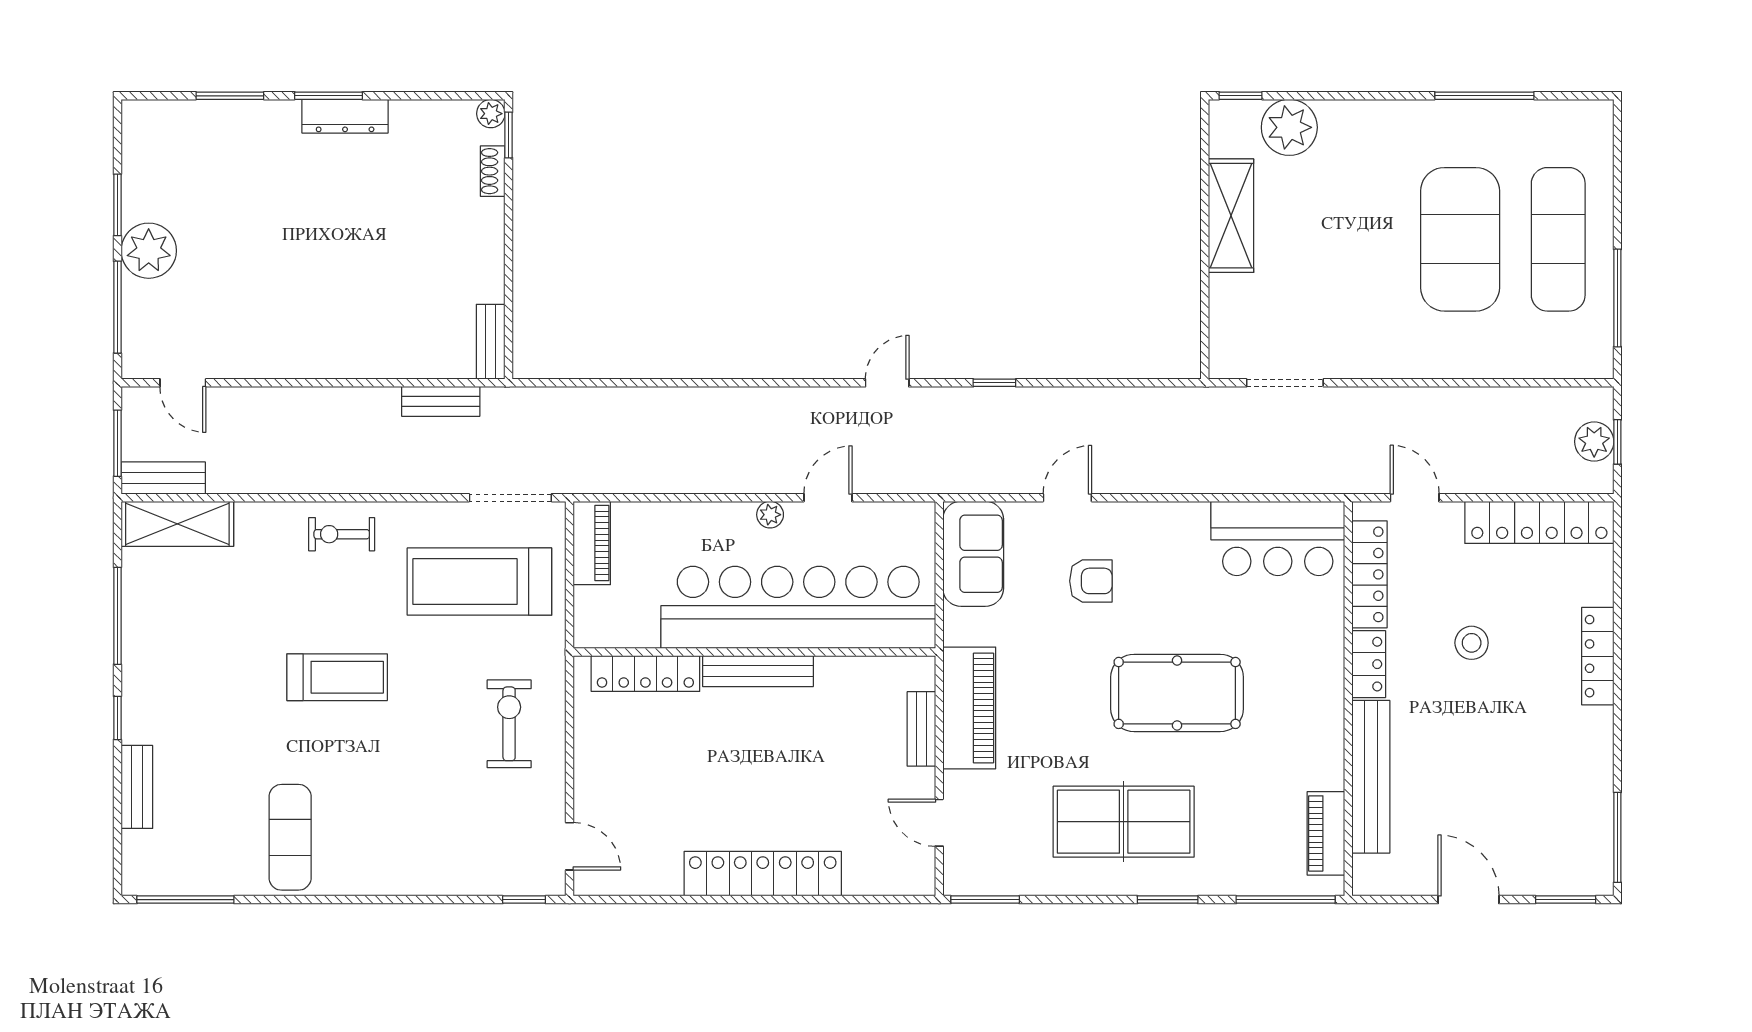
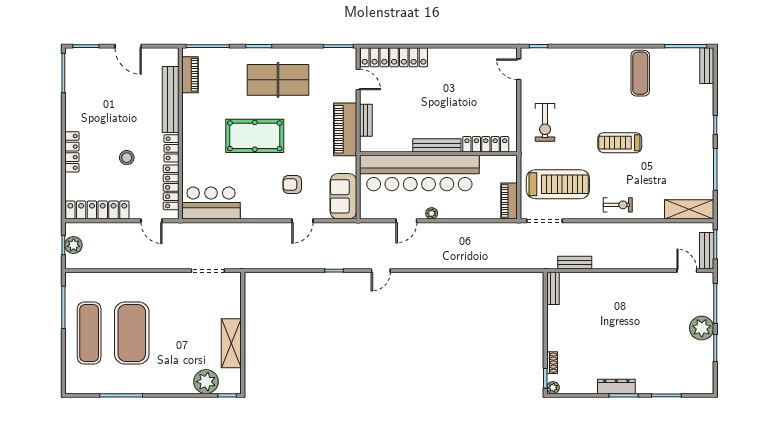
bench: (163, 478) -> (707, 251), moved, turned 90
bench: (137, 787) -> (707, 66), moved
locker: (763, 874) -> (394, 57), moved

